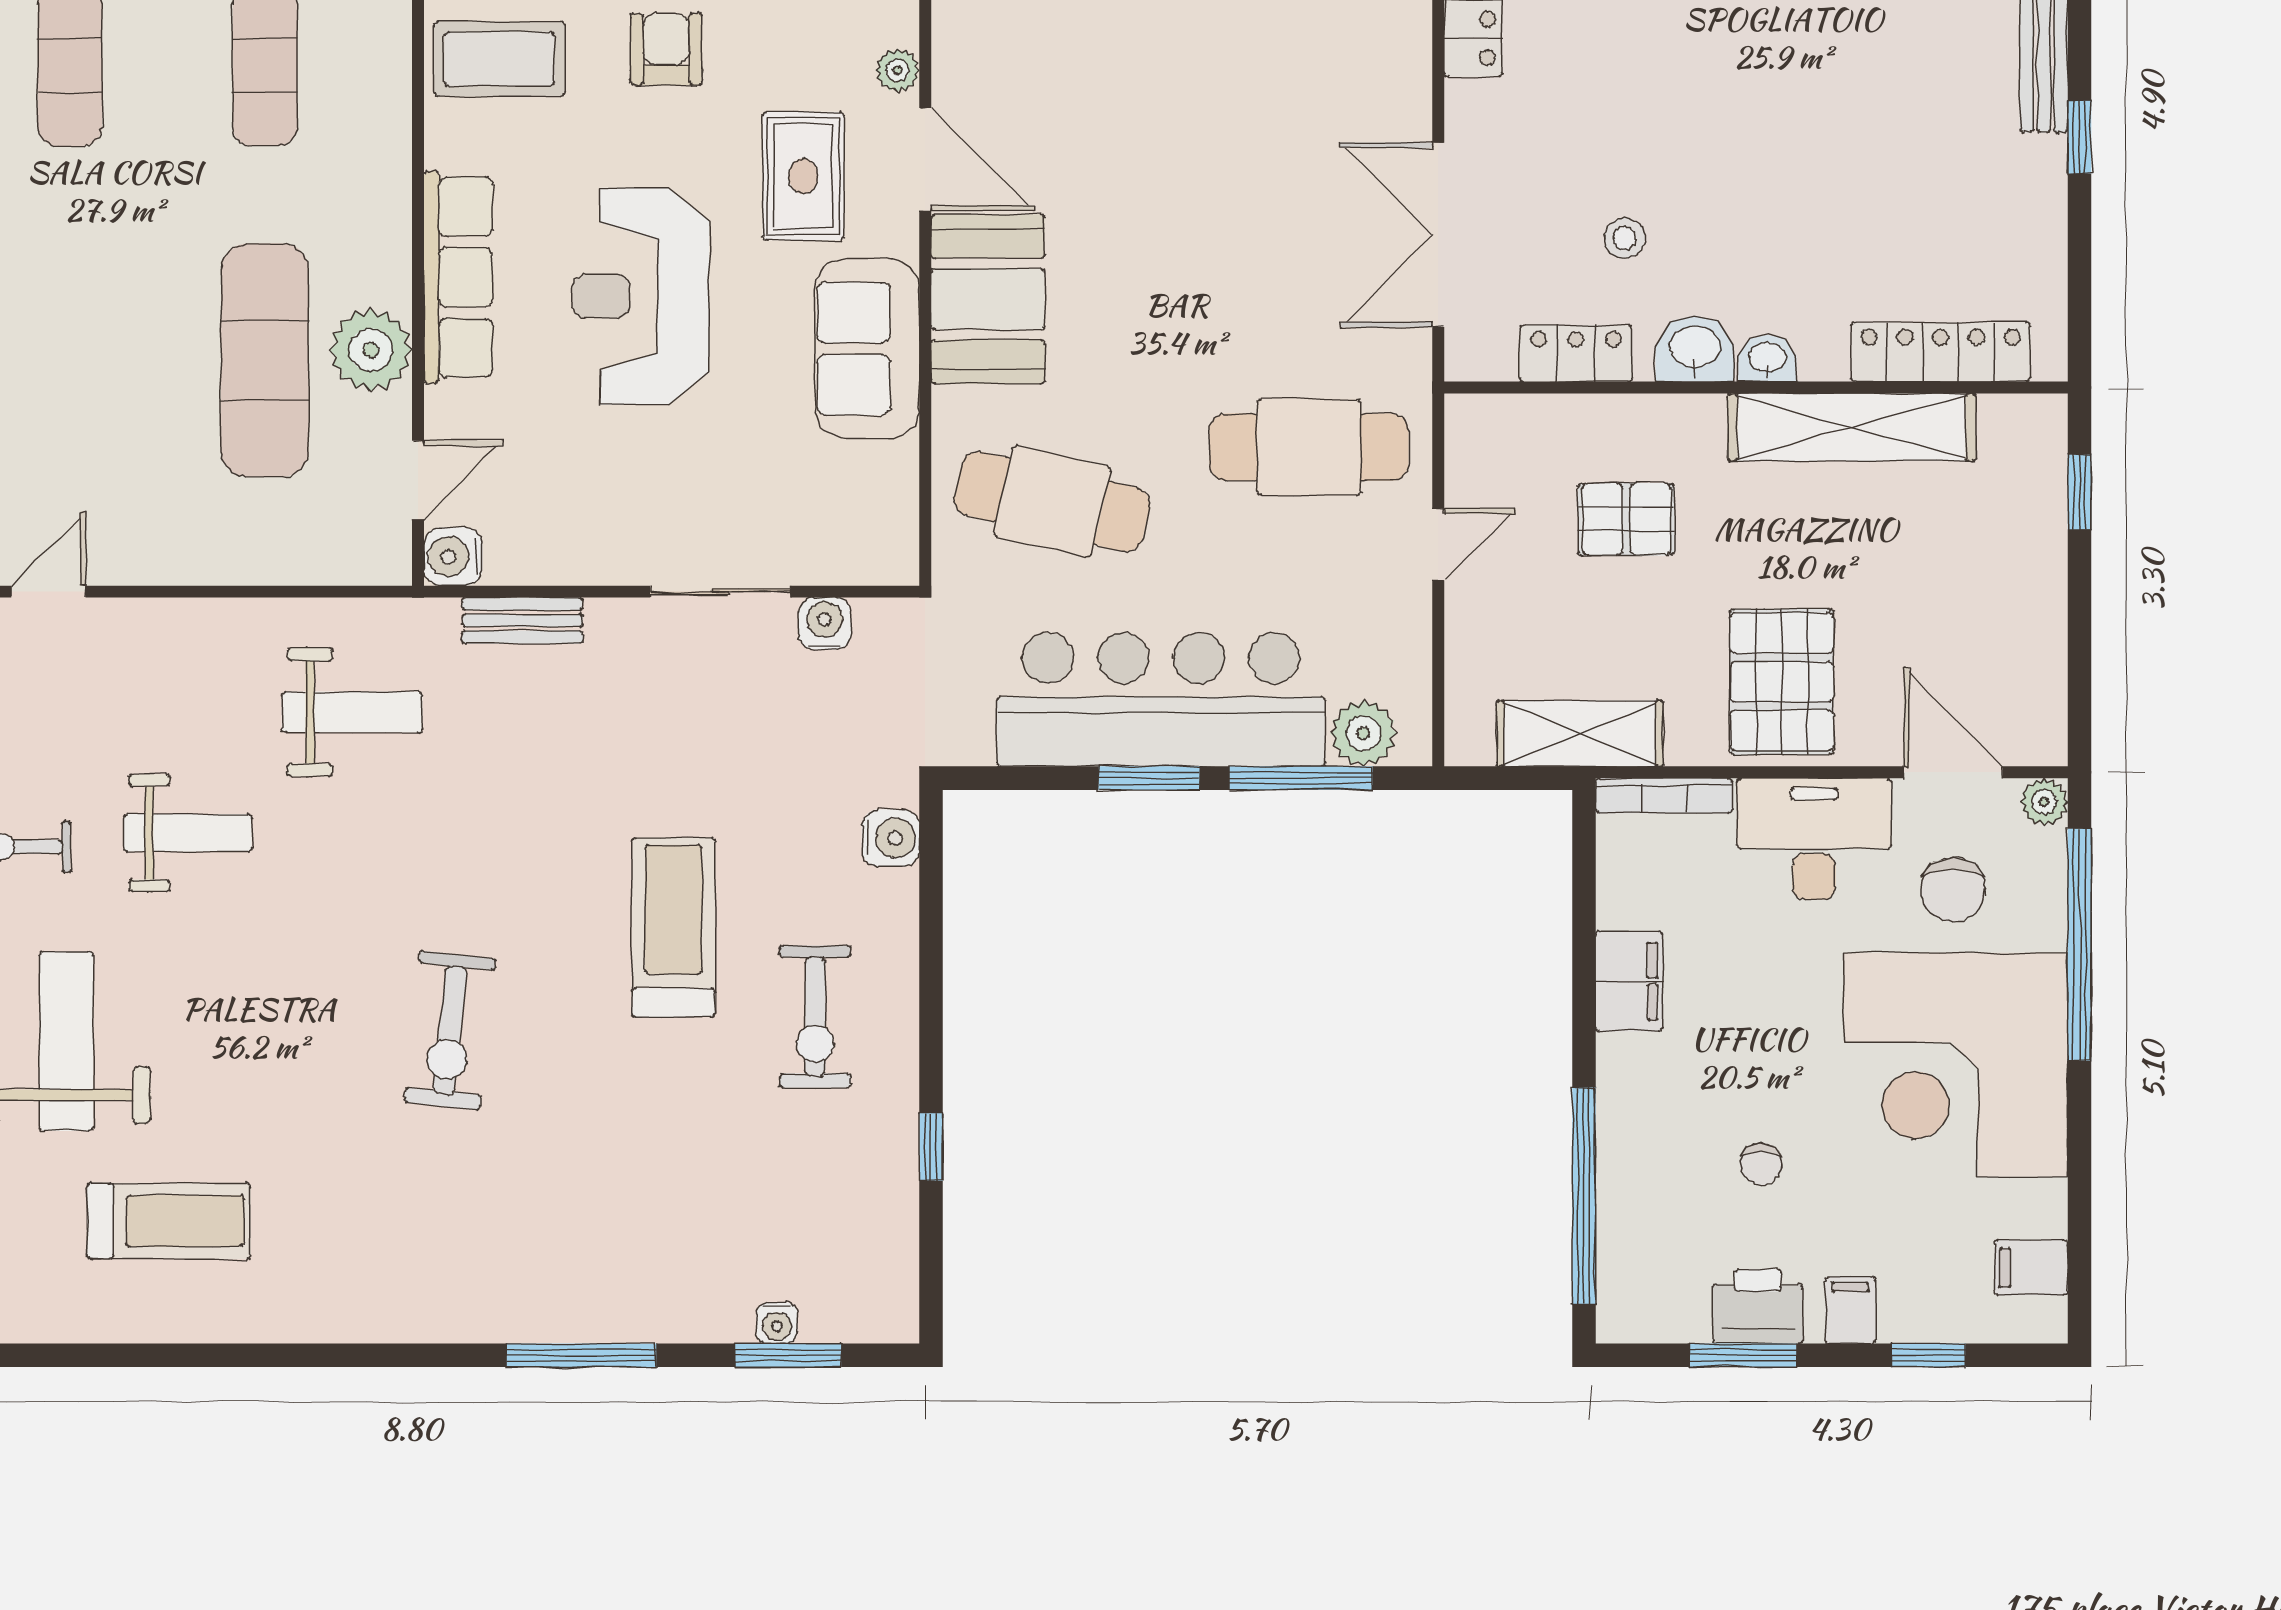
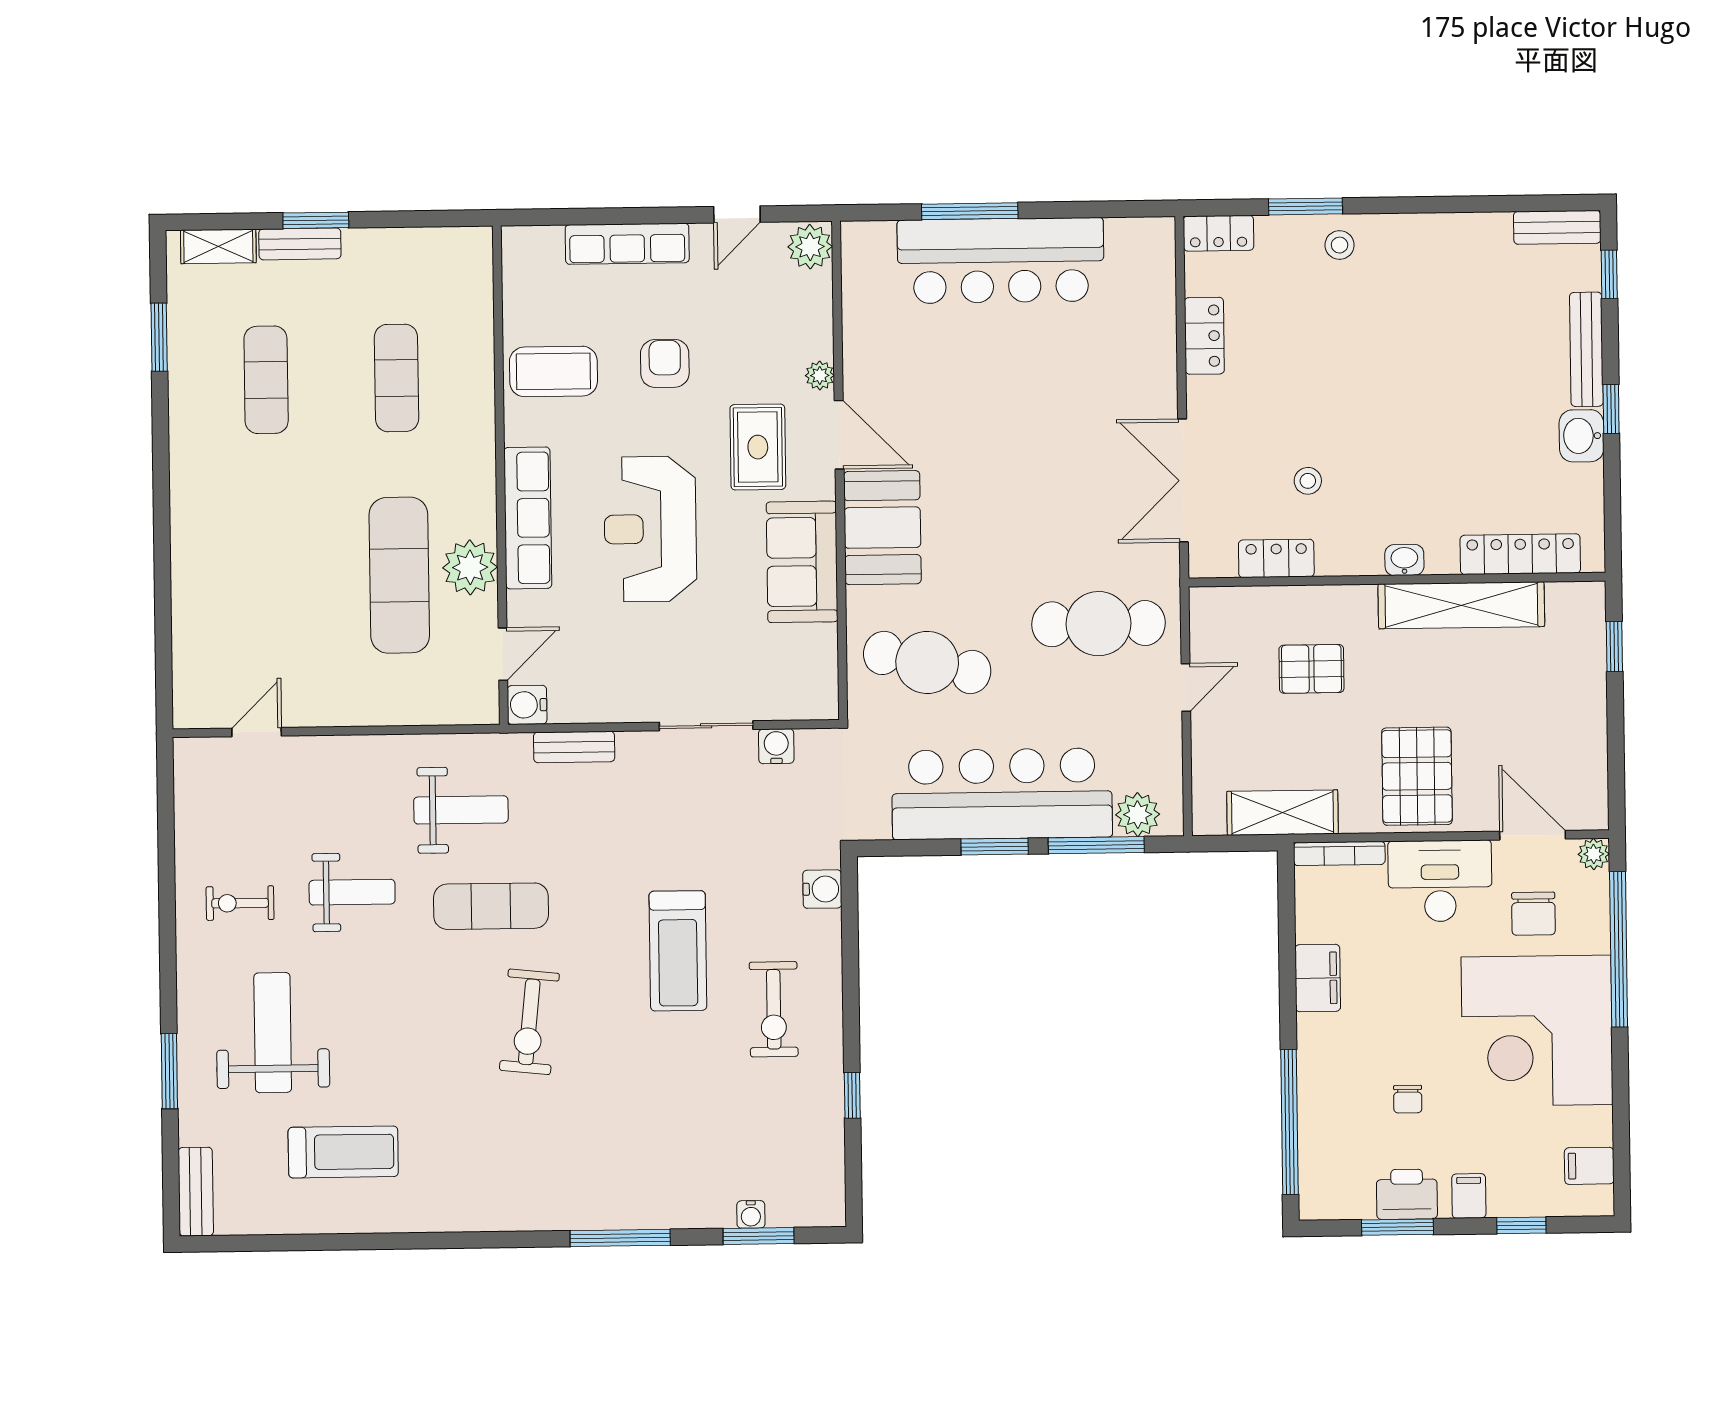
washbasin: (1695, 349) -> (1582, 436), moved, turned -90
exercise mat: (395, 857) -> (491, 906), added
treadmill: (673, 927) -> (678, 951), turned 180

